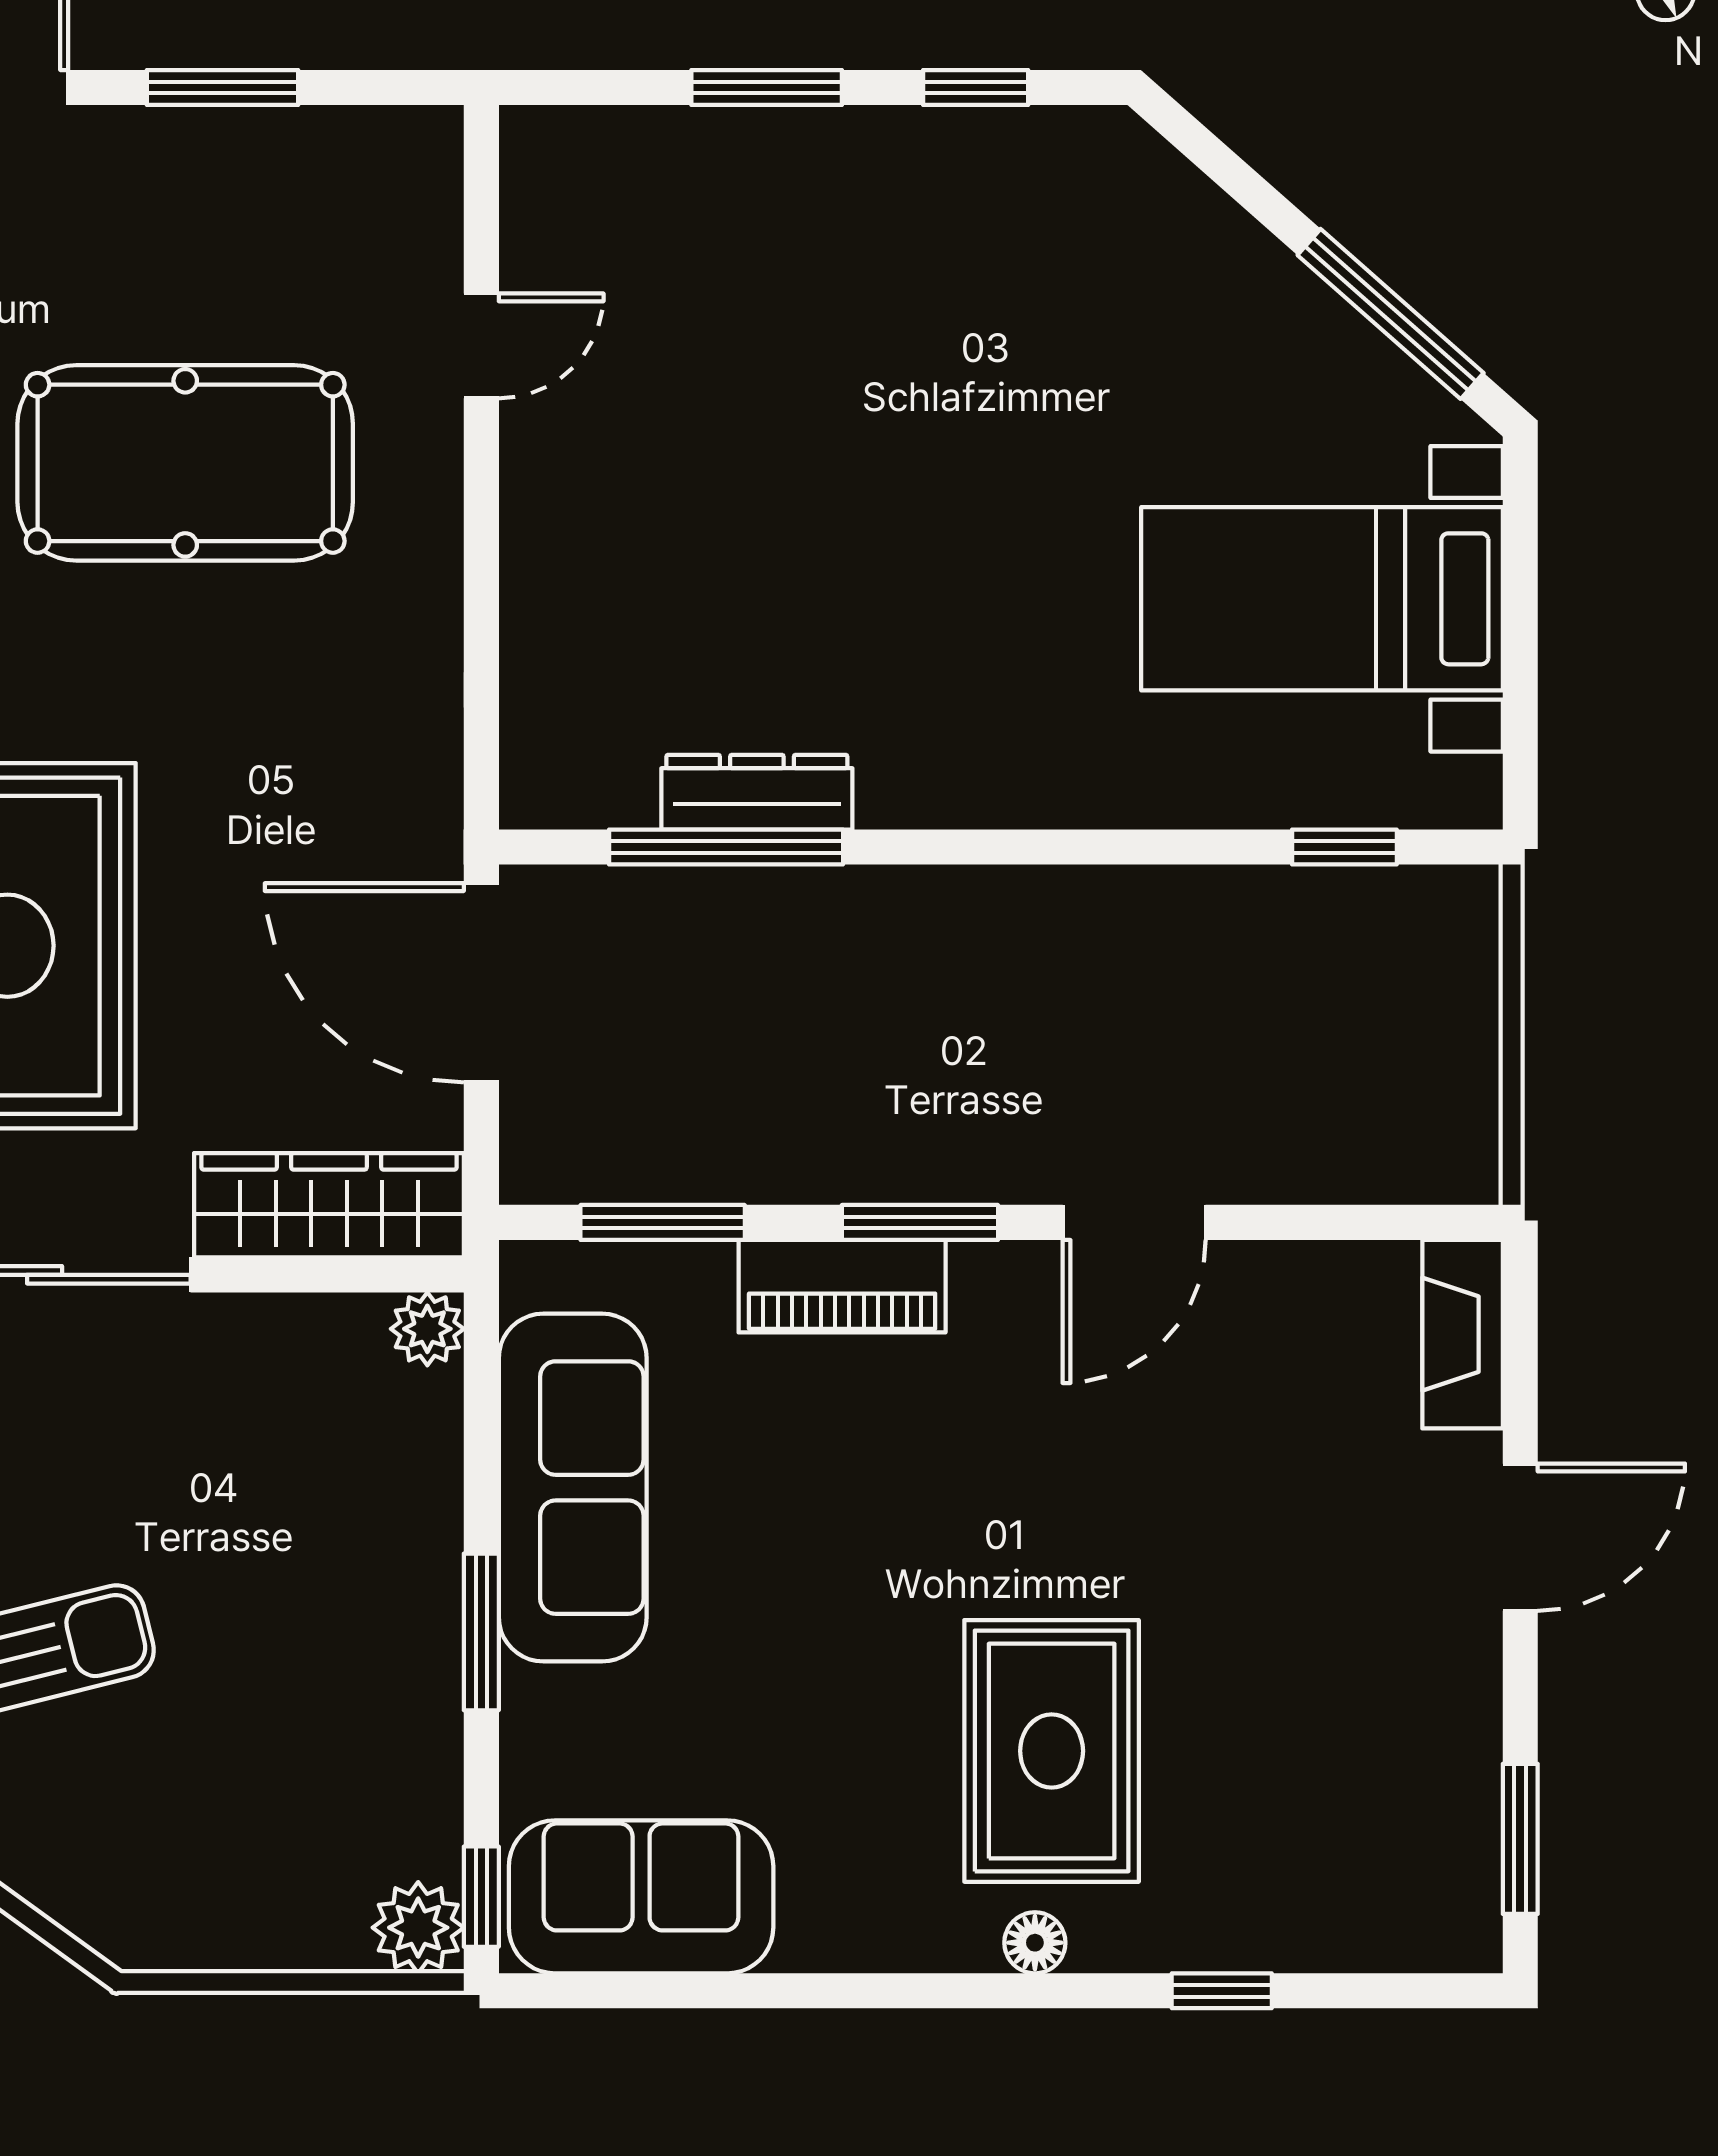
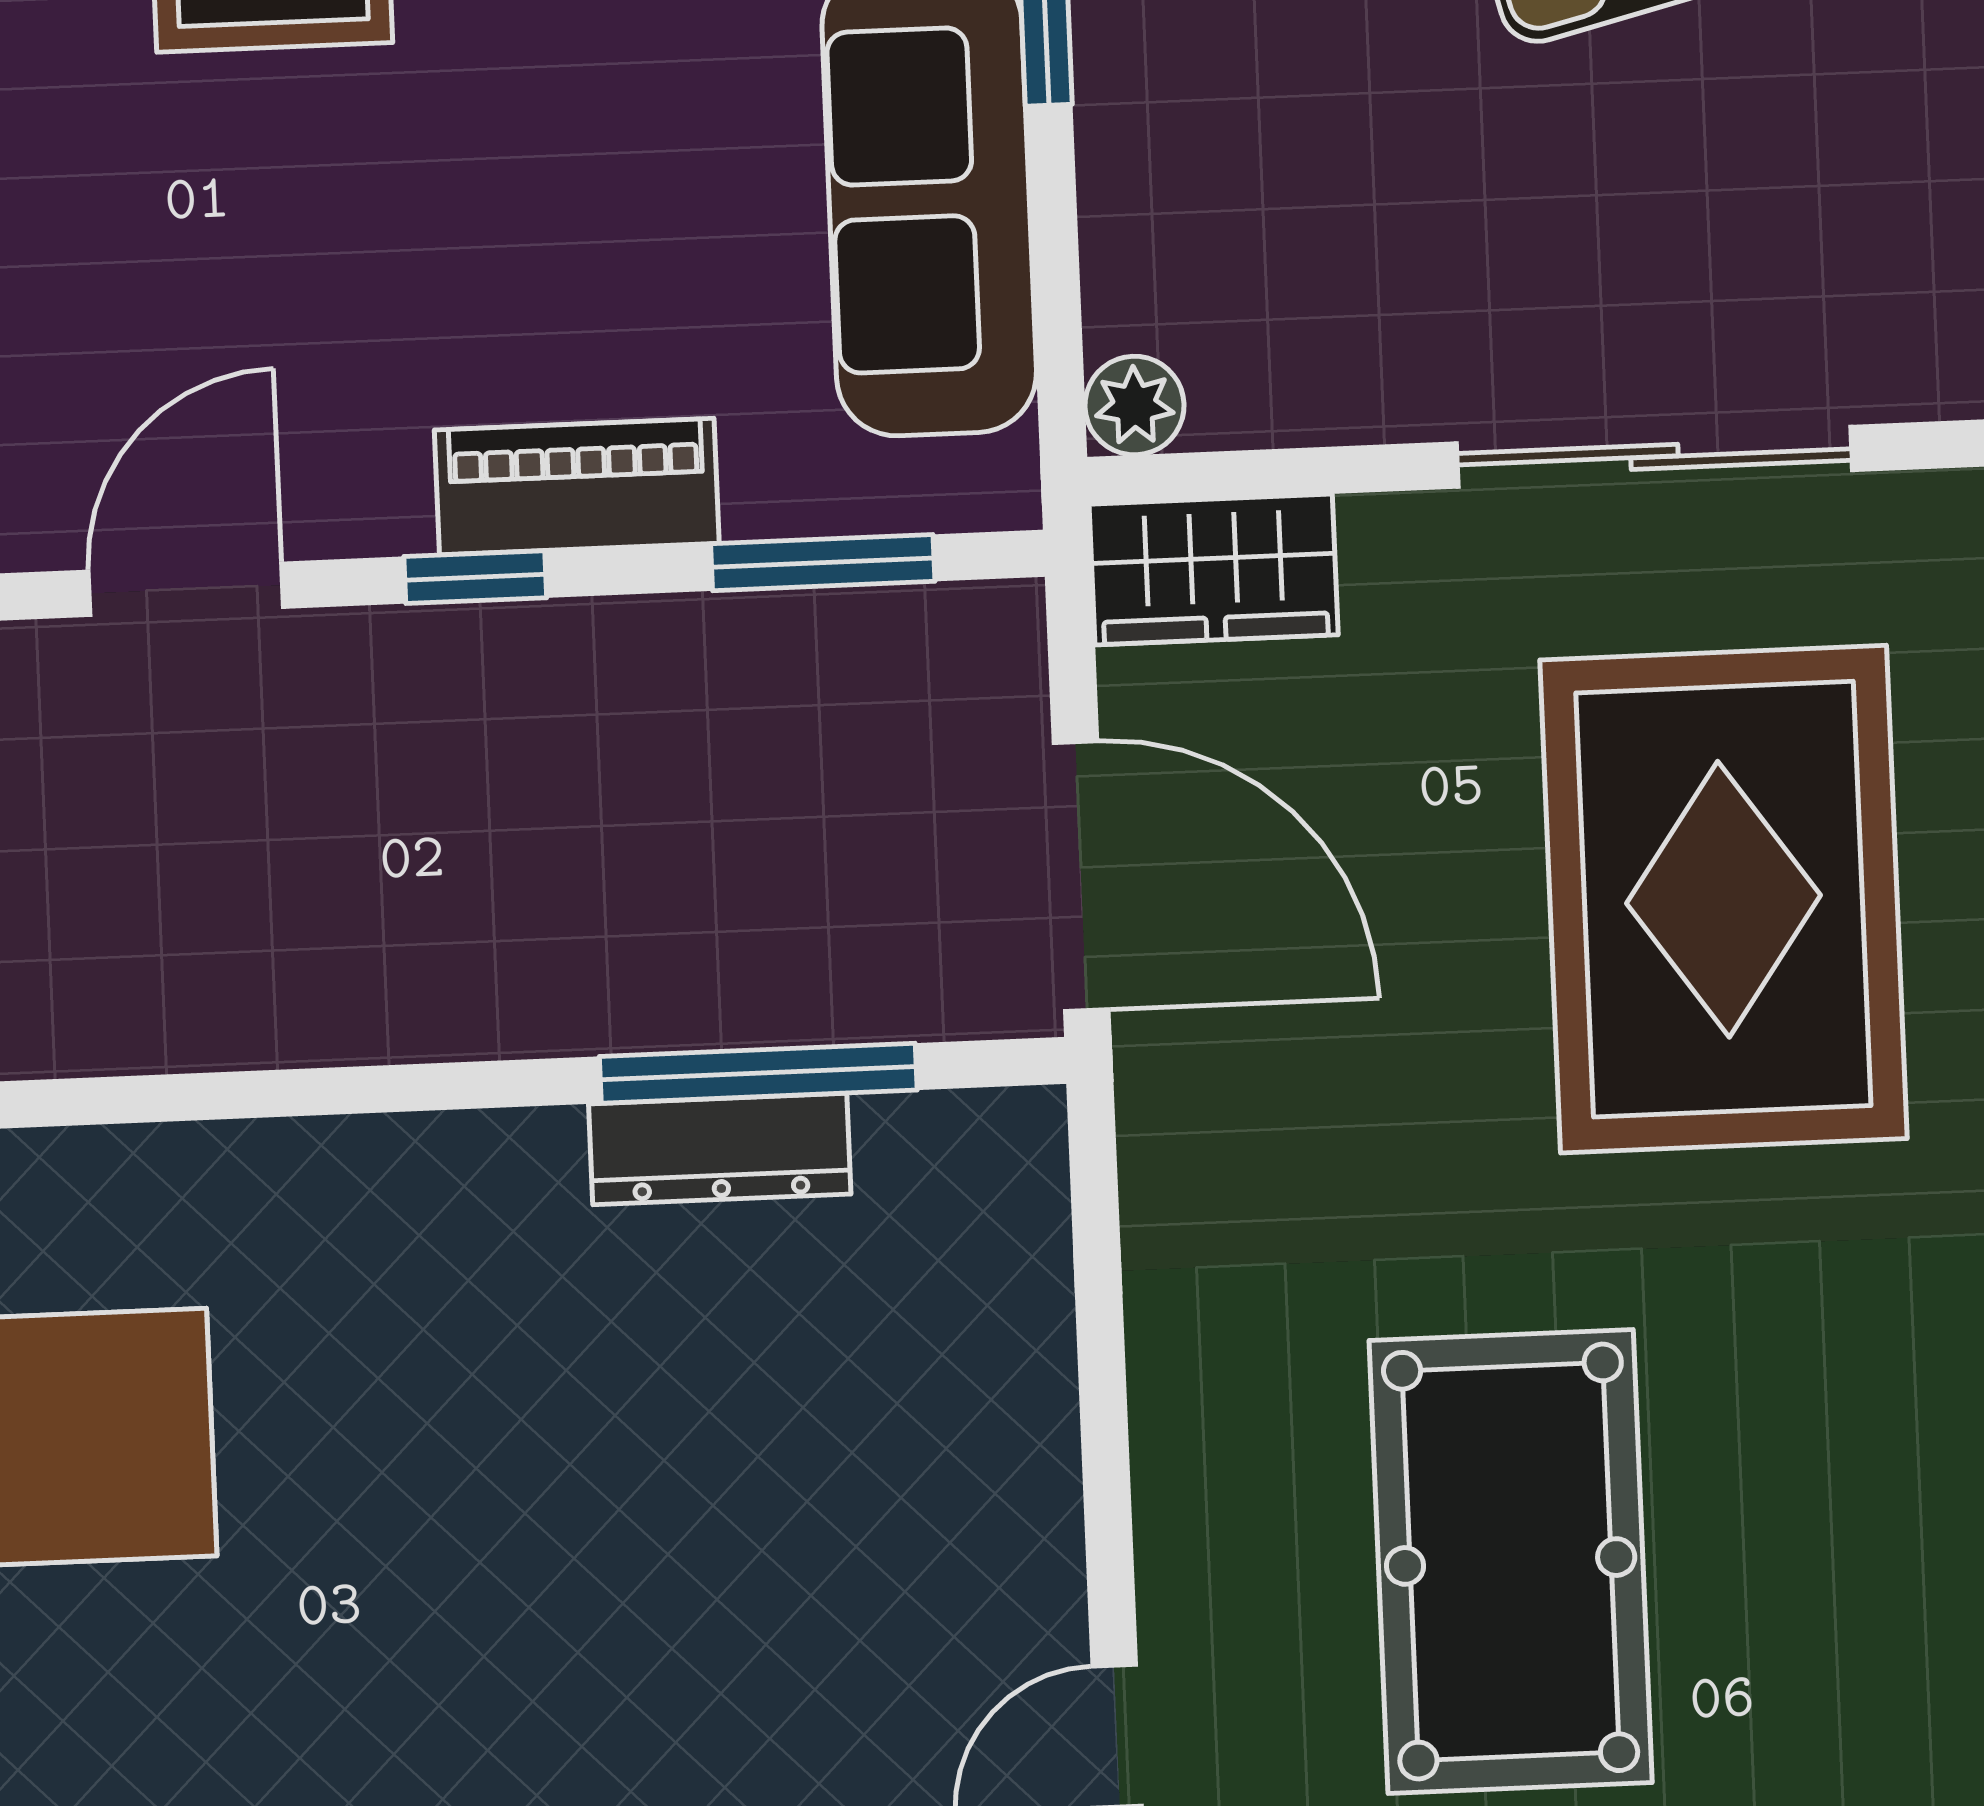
pool table: (185, 463) -> (1511, 1561), turned 90
wardrobe: (329, 1205) -> (1214, 569), width x0.67
window: (920, 1222) -> (475, 577), width x0.67

